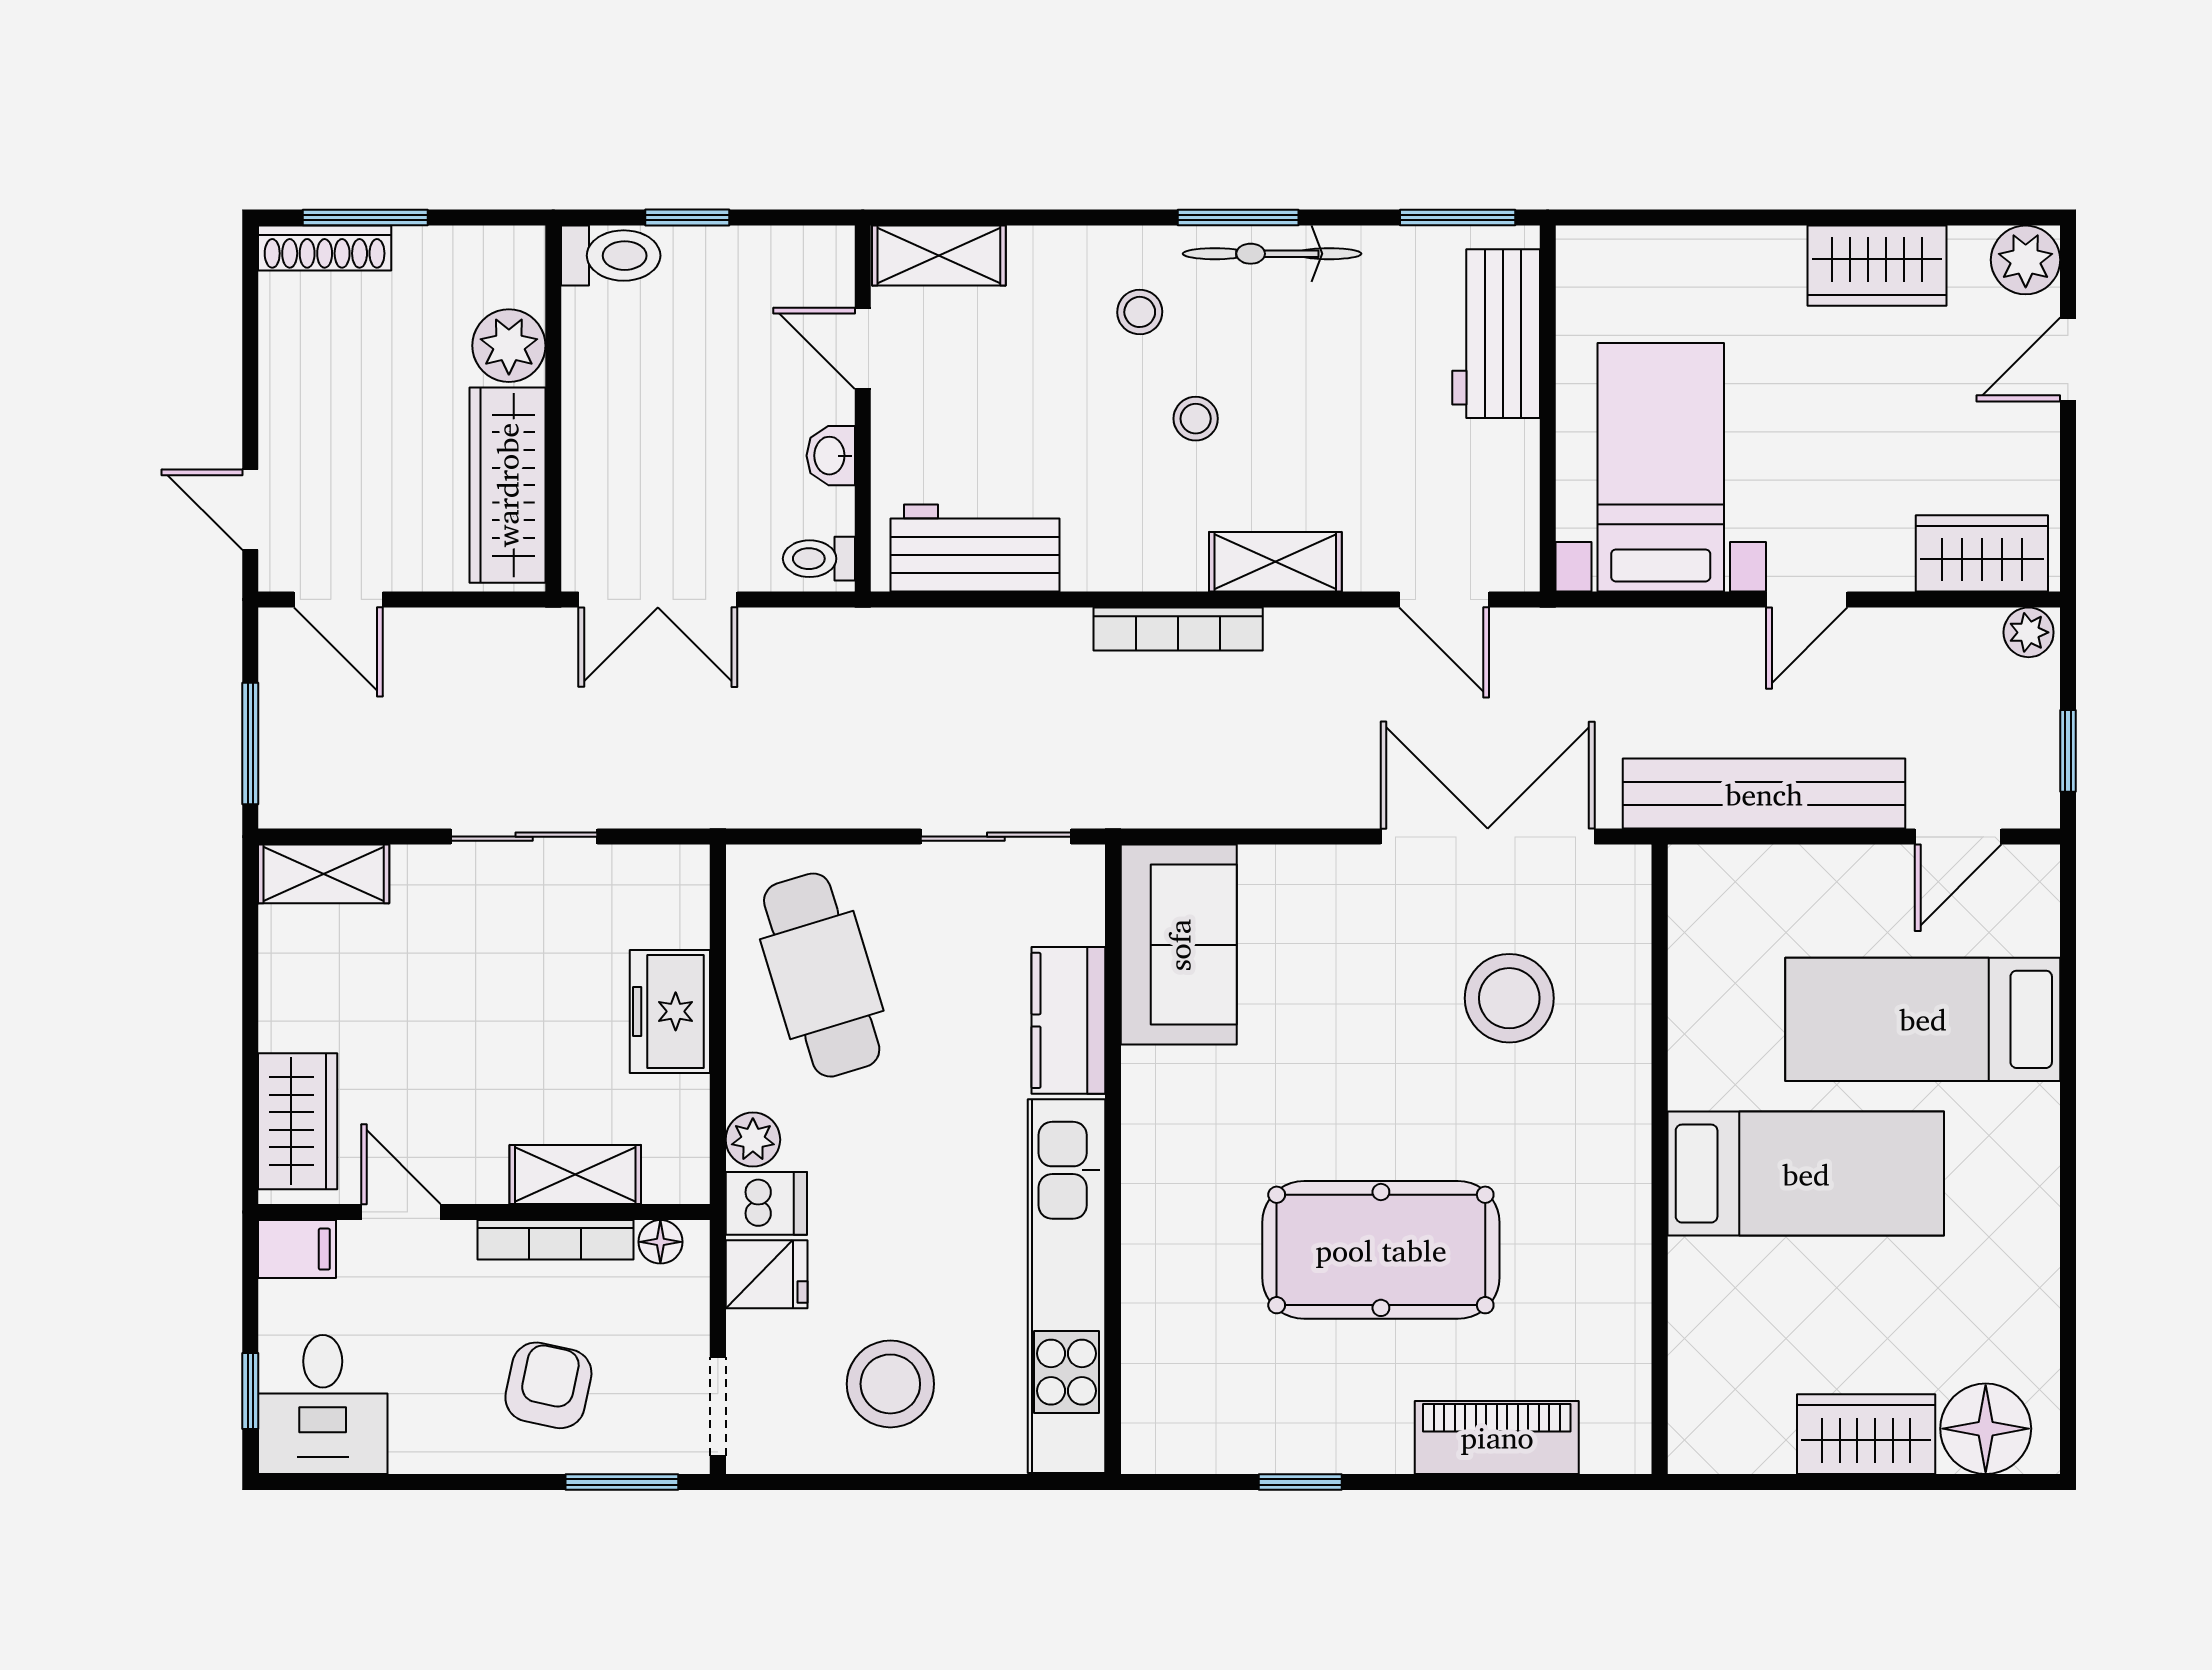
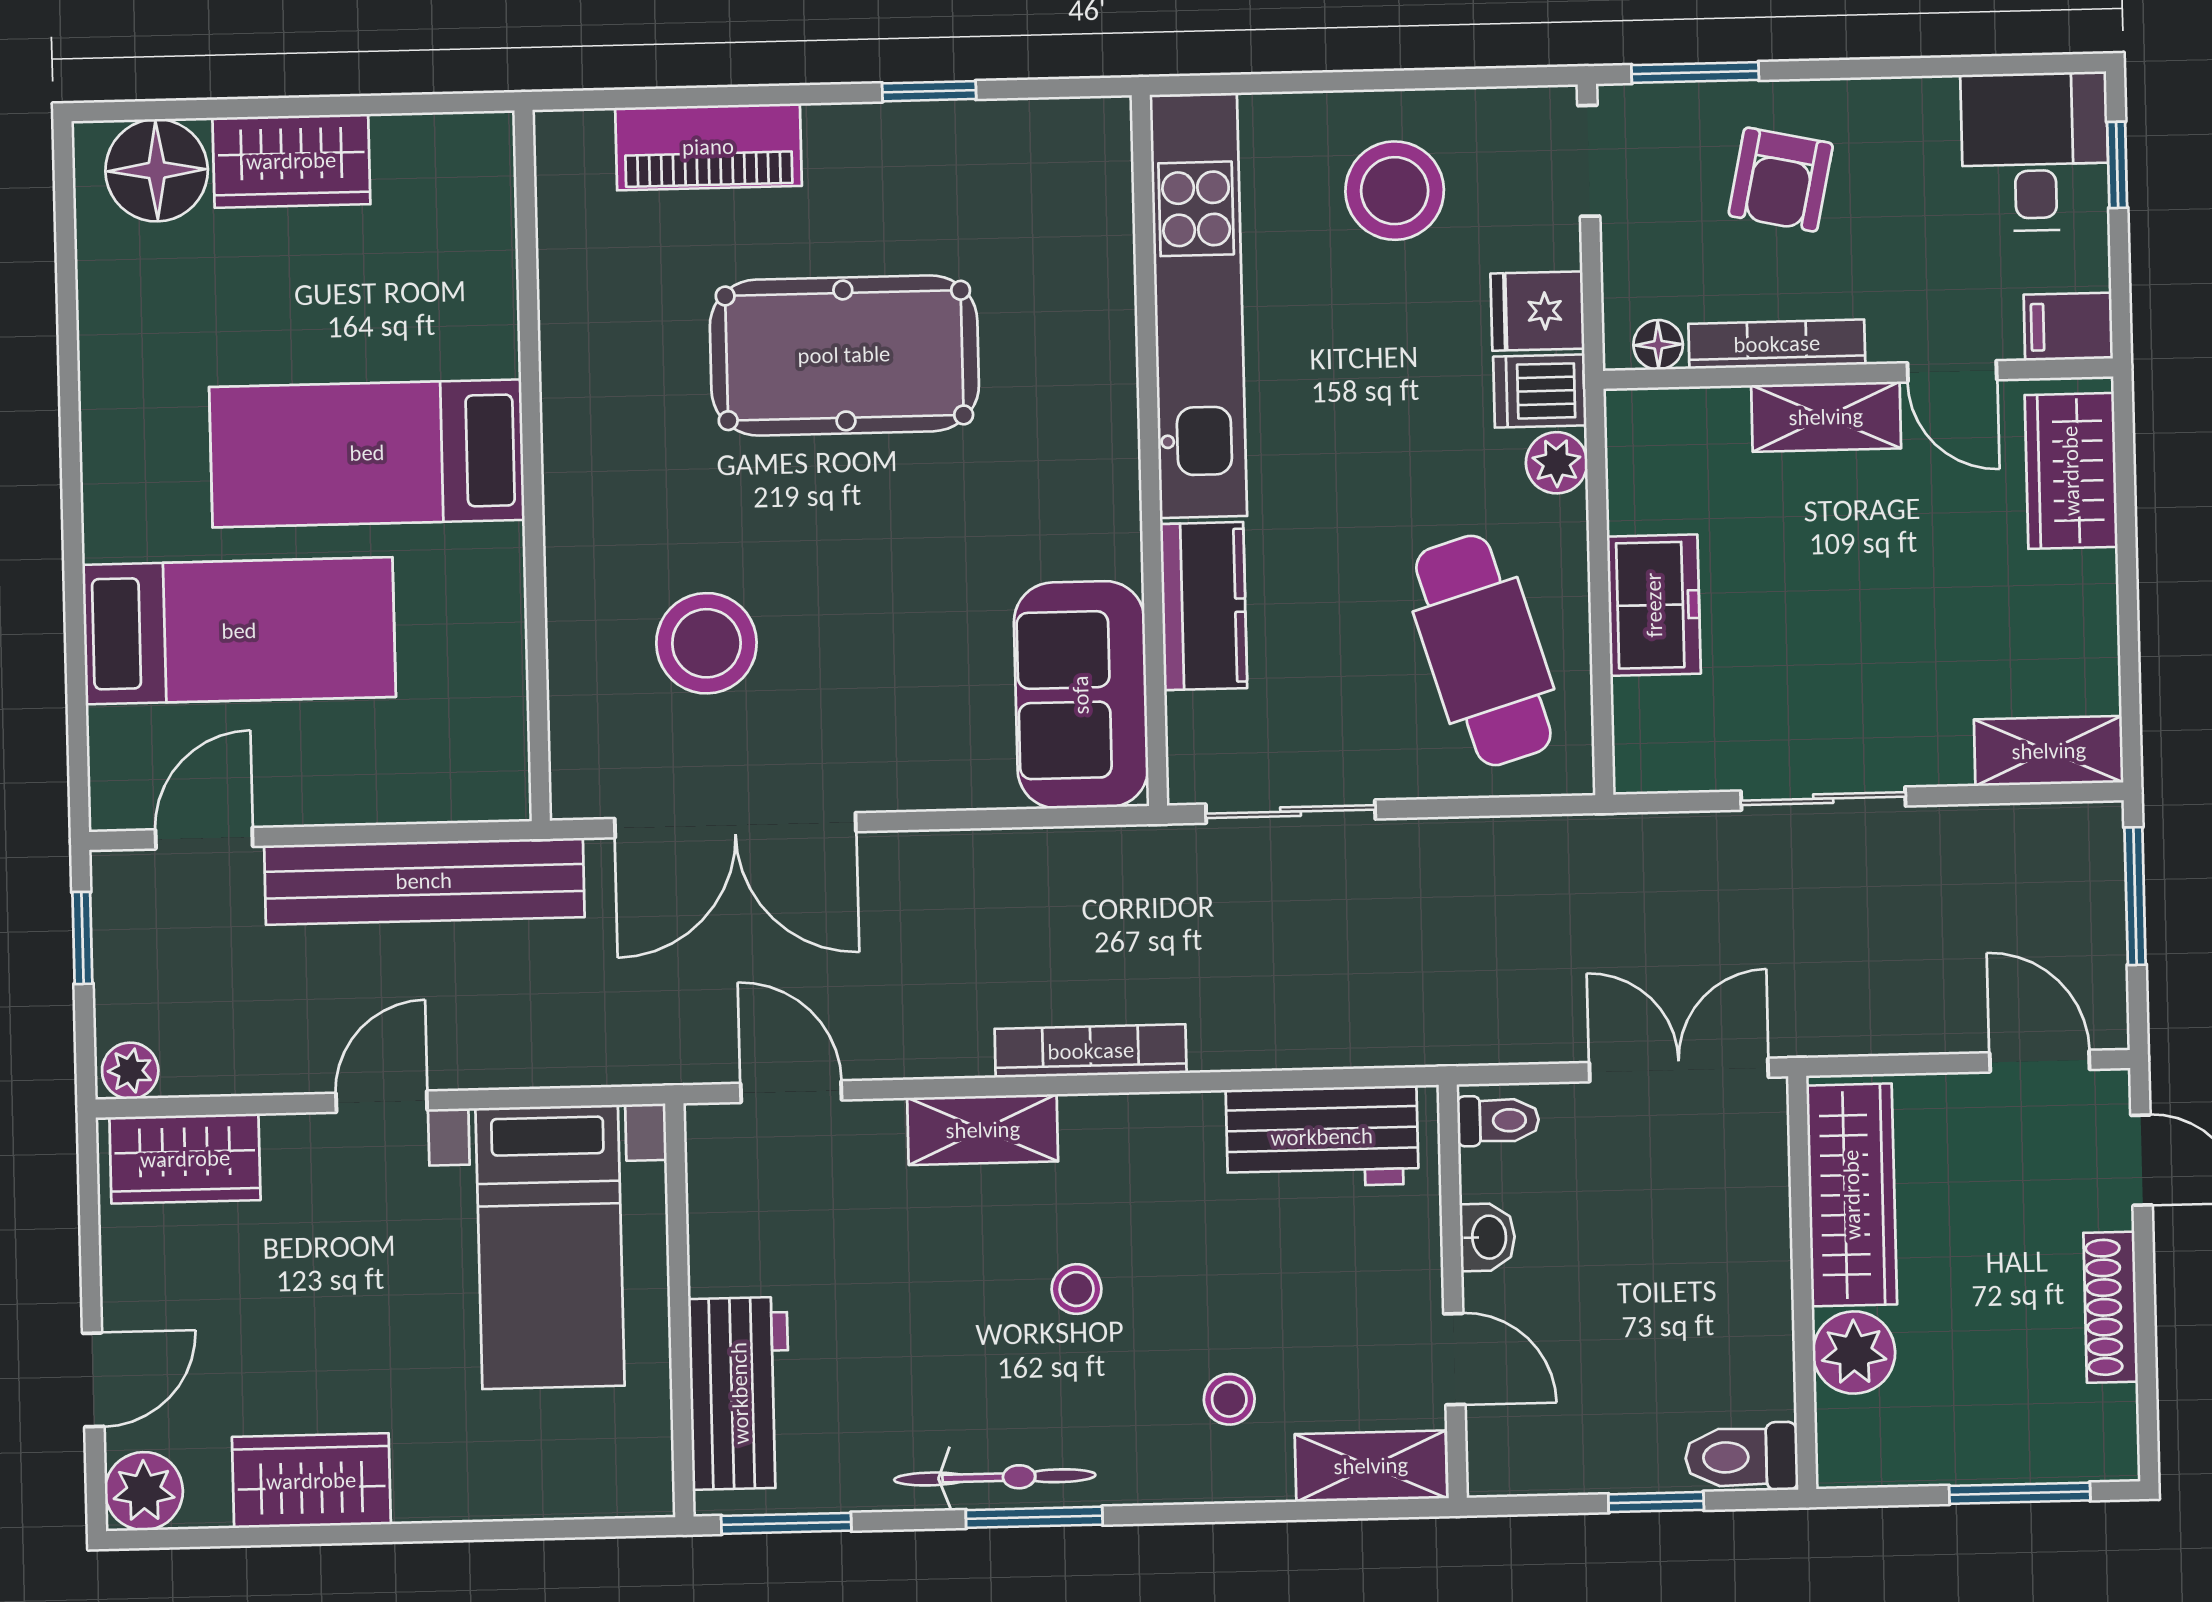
shoe rack: (325, 248) -> (2111, 1307), moved, turned -90
stool: (1140, 312) -> (1229, 1399), moved
shelving: (575, 1174) -> (1826, 417), moved

